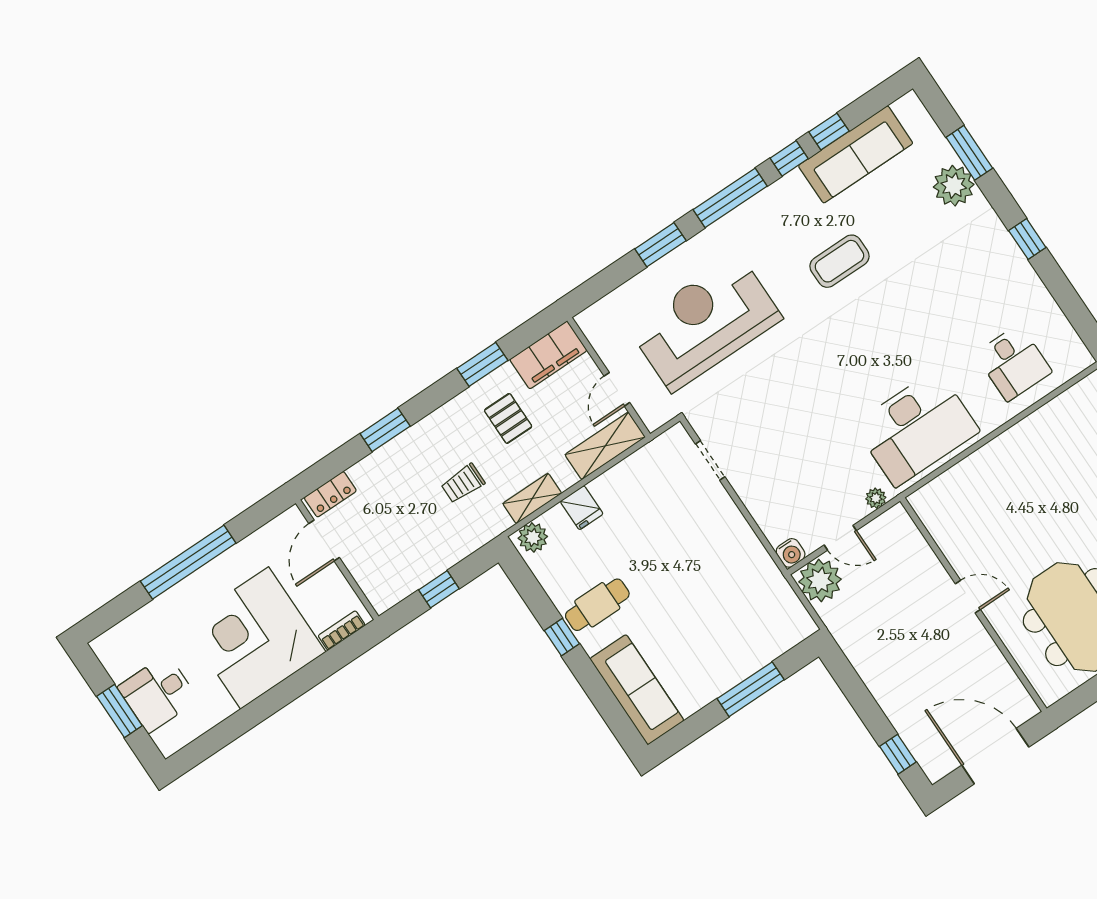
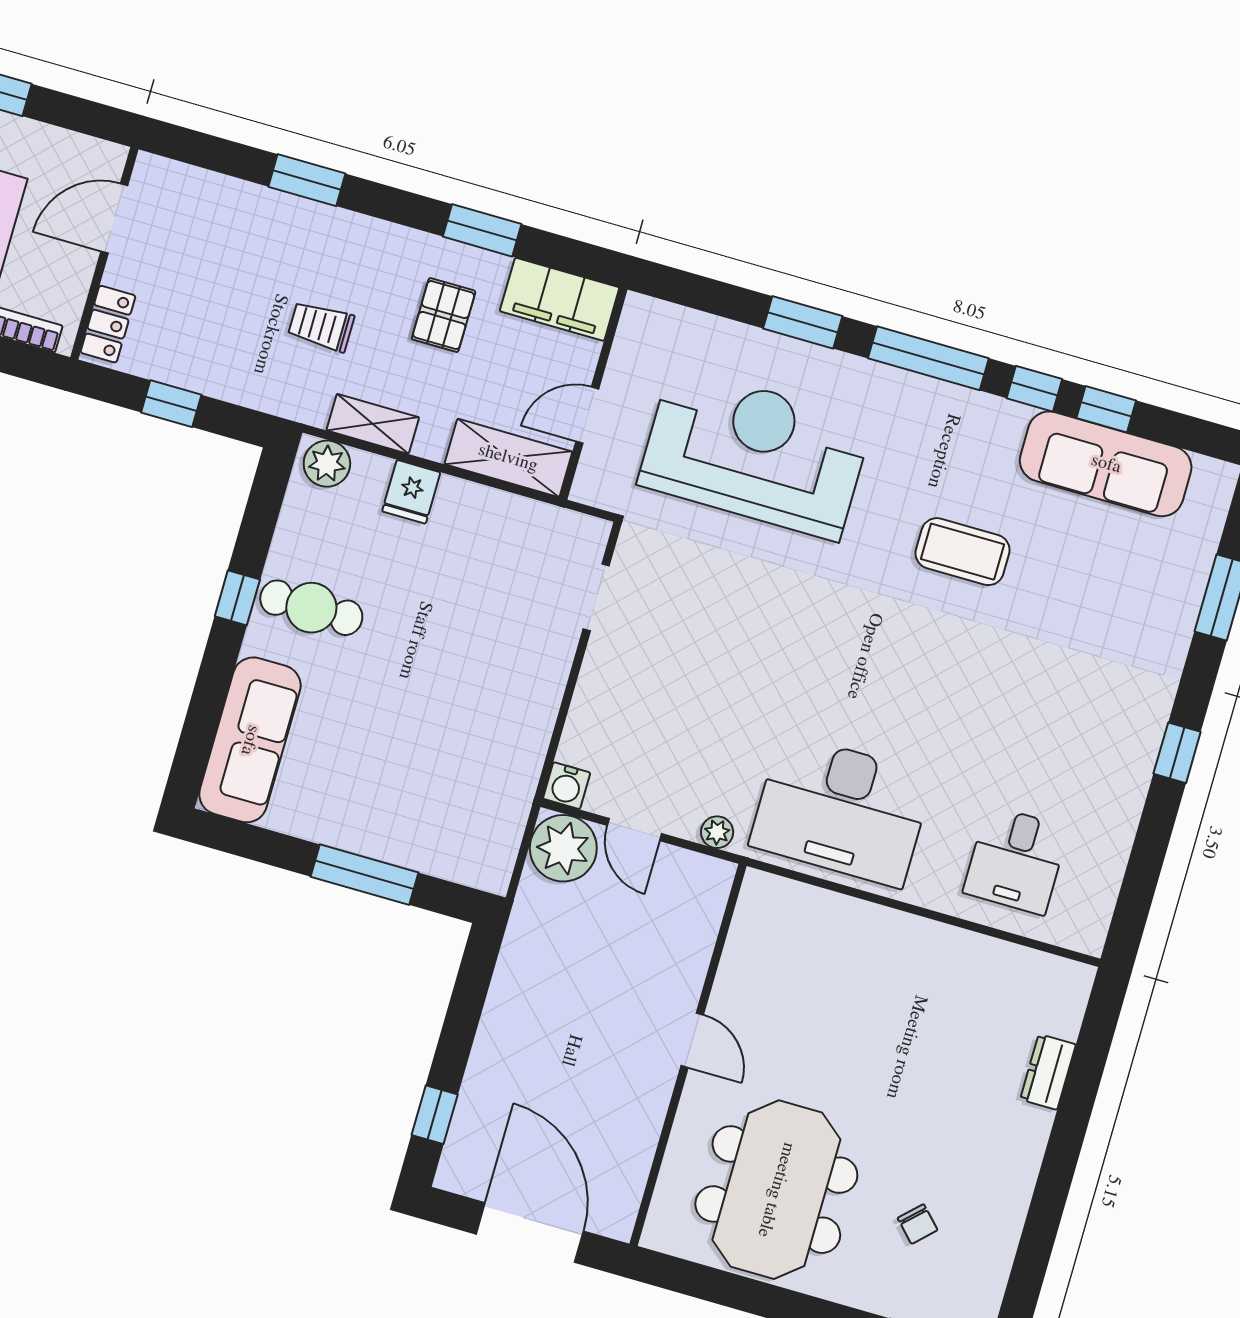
plant: (954, 186) -> (1167, 612), removed
locker: (330, 494) -> (108, 324), moved, turned -90

